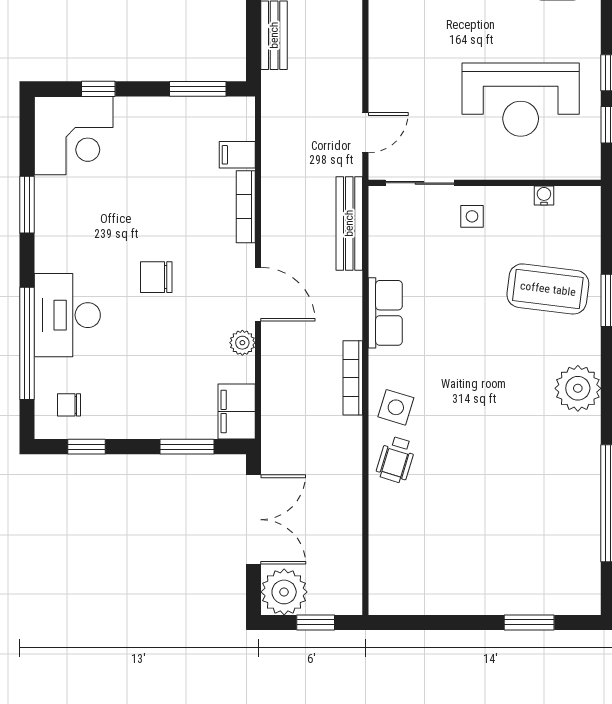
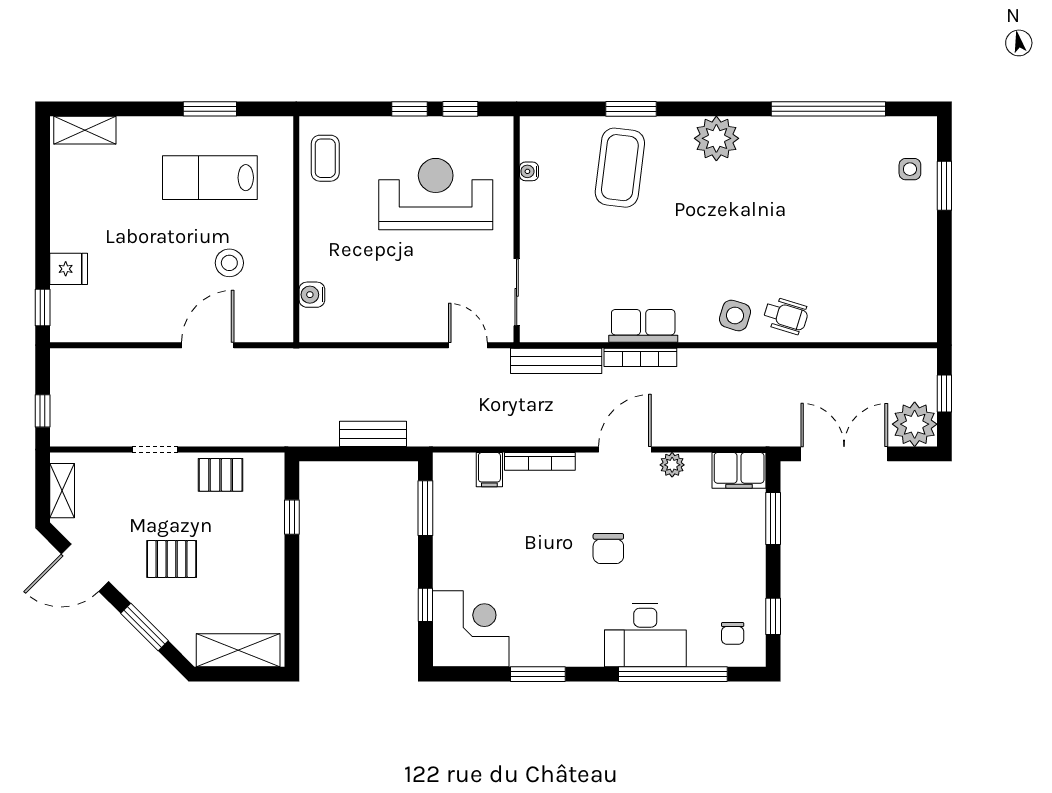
reception desk: (521, 100) -> (436, 194), turned -90
side table: (472, 216) -> (910, 169), moved
bookcase: (353, 378) -> (640, 357), moved

